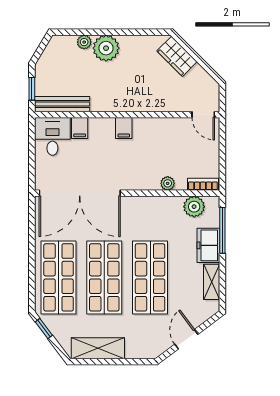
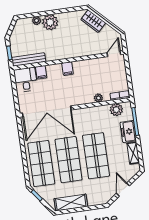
door: (203, 115) -> (114, 54), swing flipped

